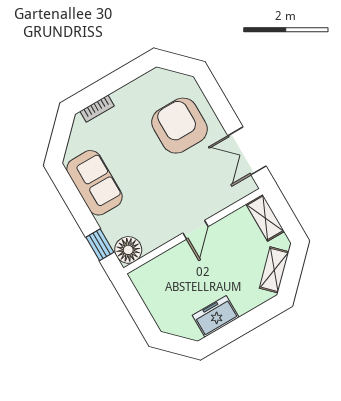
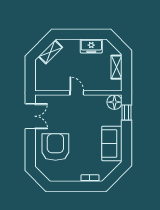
armchair: (180, 126) -> (55, 147), turned 180
shelving: (265, 218) -> (117, 67), moved
door: (196, 230) -> (77, 93), hinge flipped

